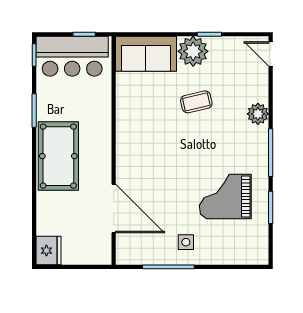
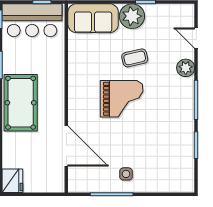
door: (271, 54) -> (196, 38), moved
grand piano: (225, 196) -> (122, 99), moved, turned 180

